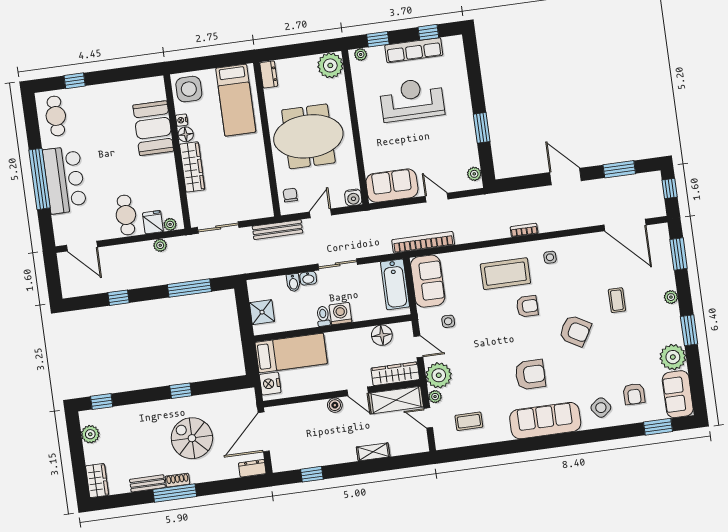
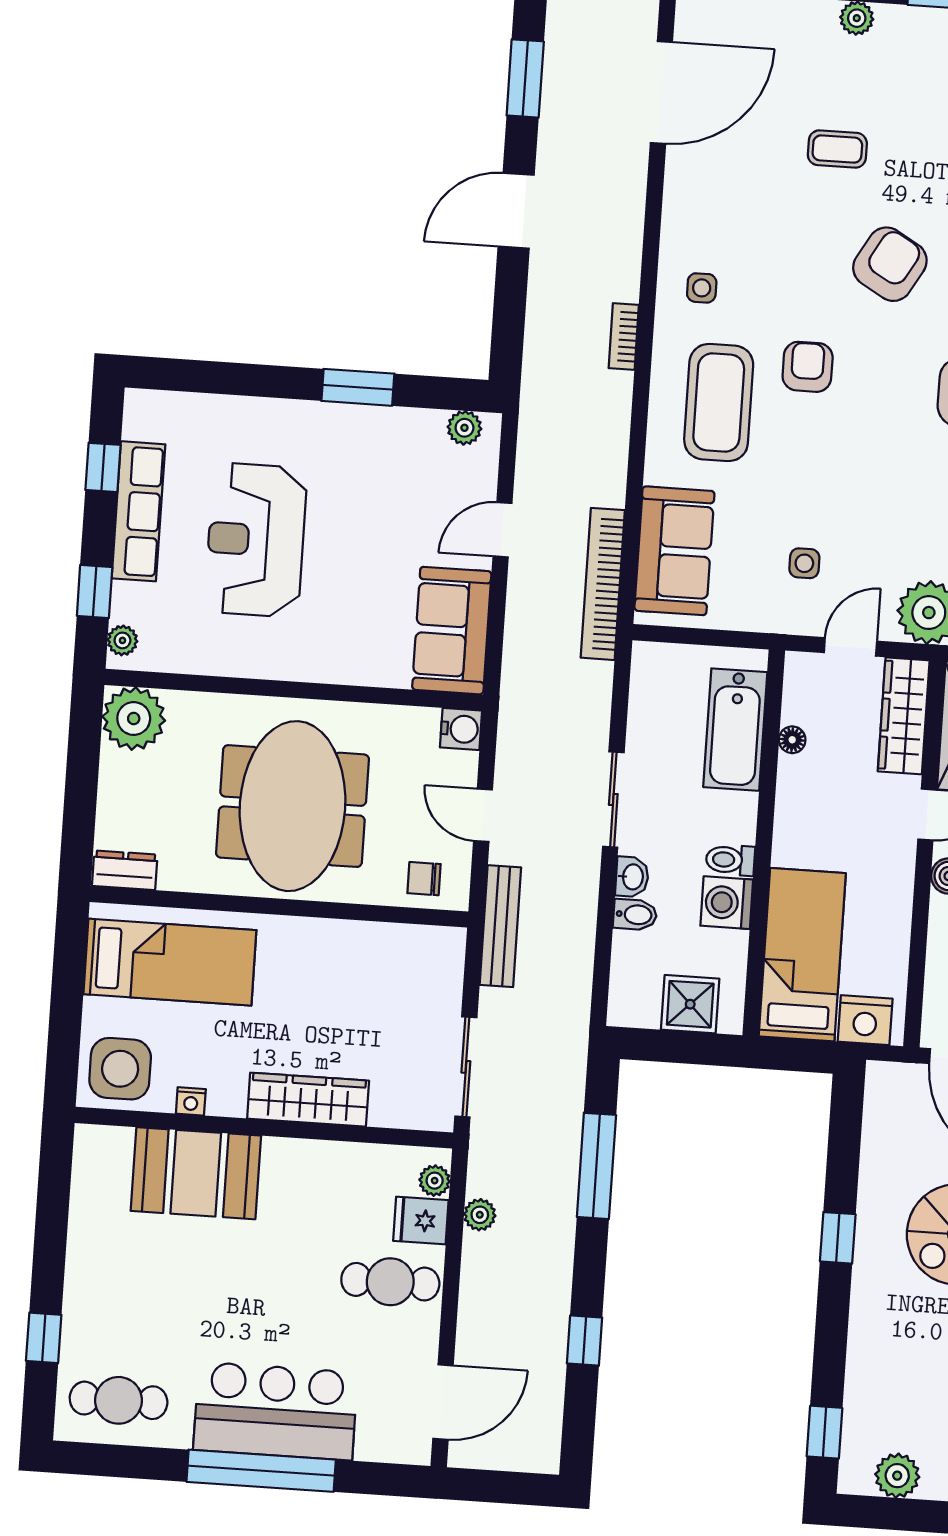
floor lamp: (186, 134) -> (227, 1099), removed
sofa: (428, 281) -> (674, 551), moved, turned 90
bathtub: (395, 284) -> (735, 730), moved, turned 90
washing machine: (340, 314) -> (727, 903), moved
floor lamp: (382, 335) -> (792, 740), width x0.53, depth x0.53

